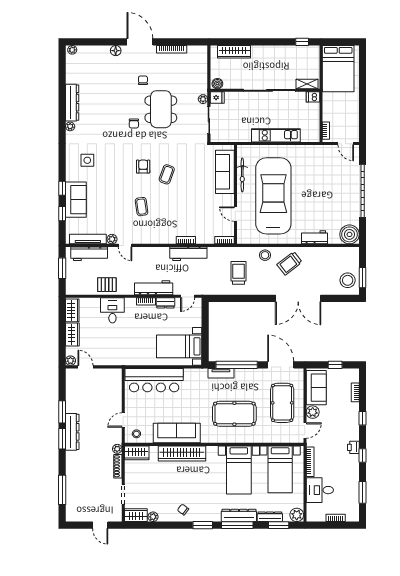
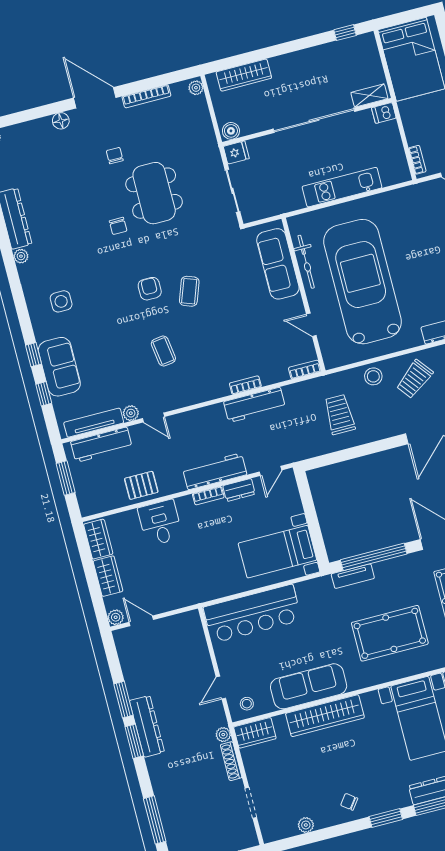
plant: (203, 99) -> (196, 88), moved
wardrobe: (136, 515) -> (279, 829), removed

